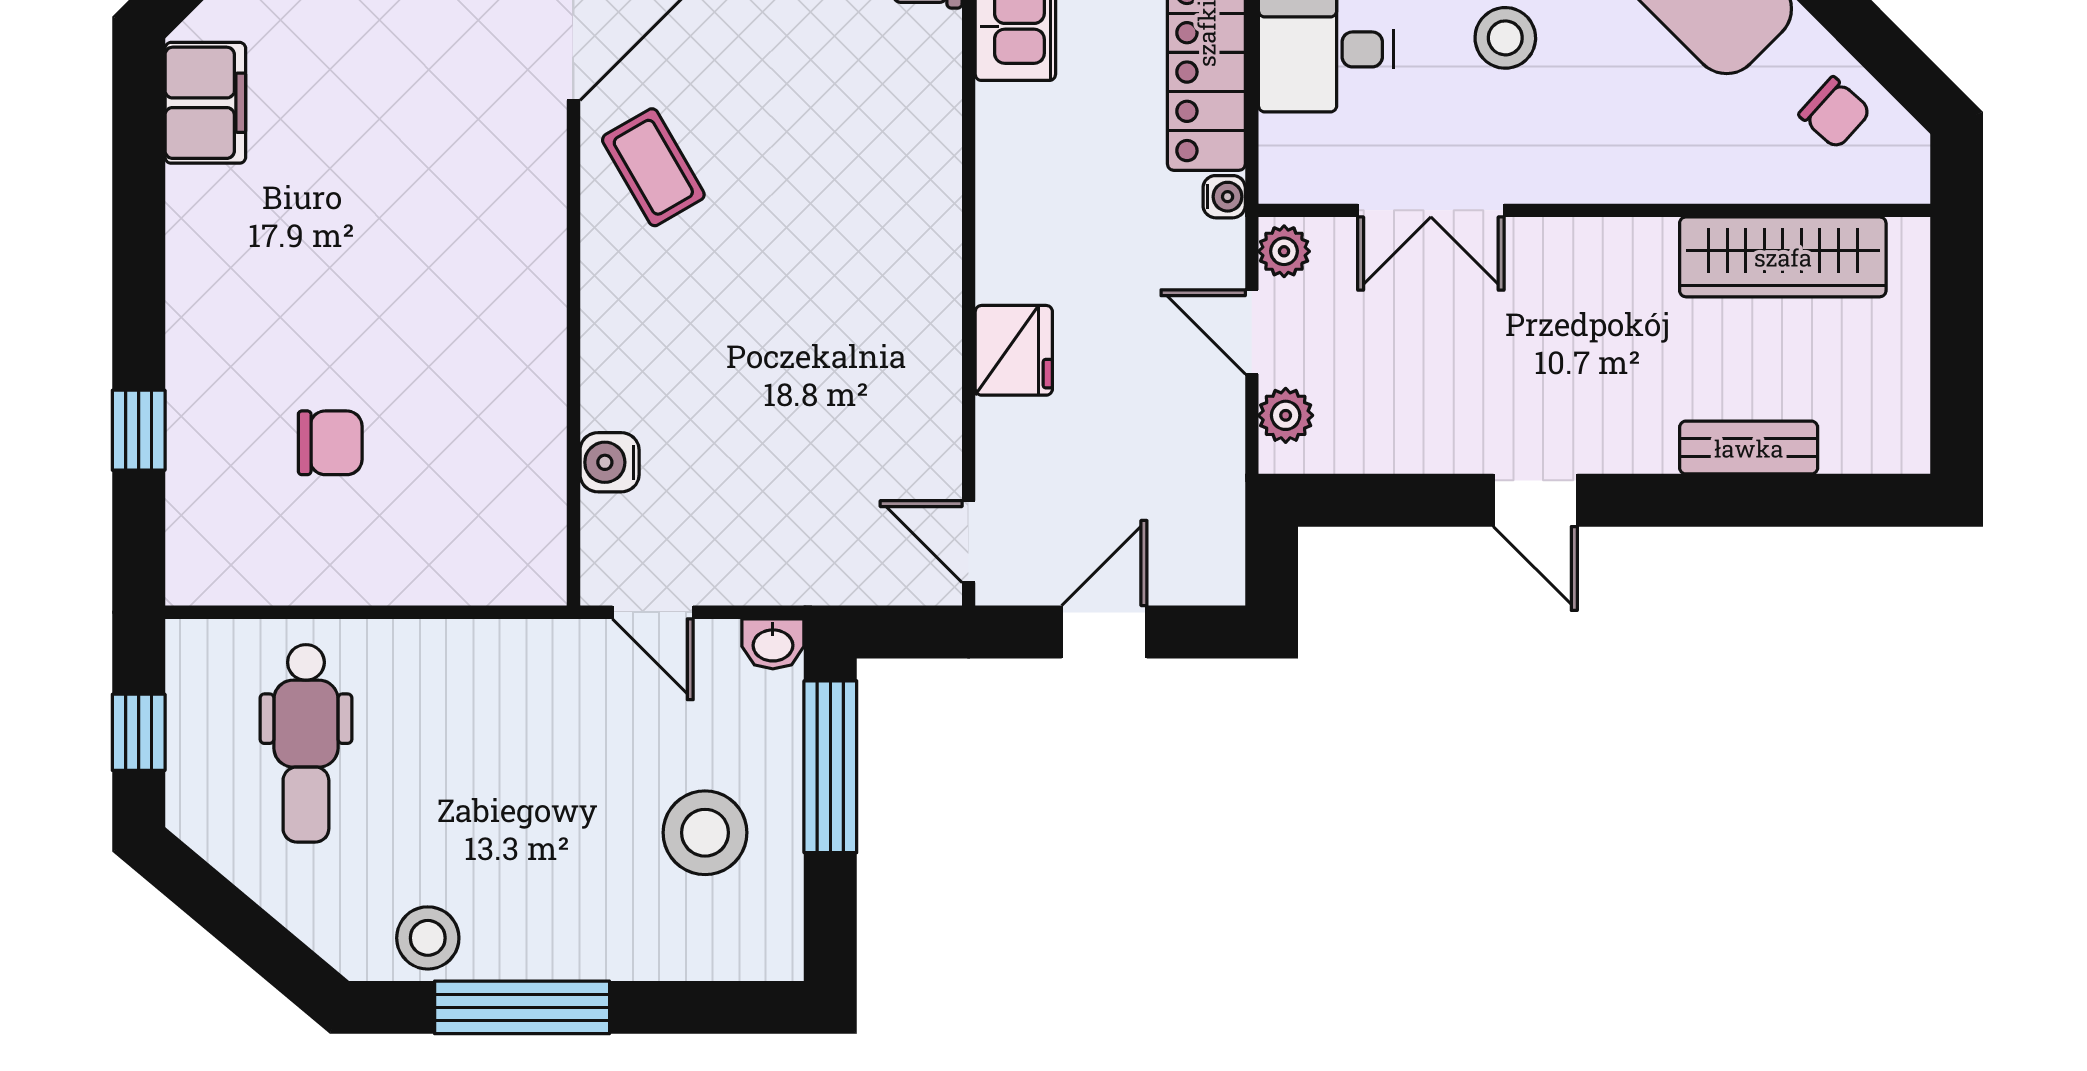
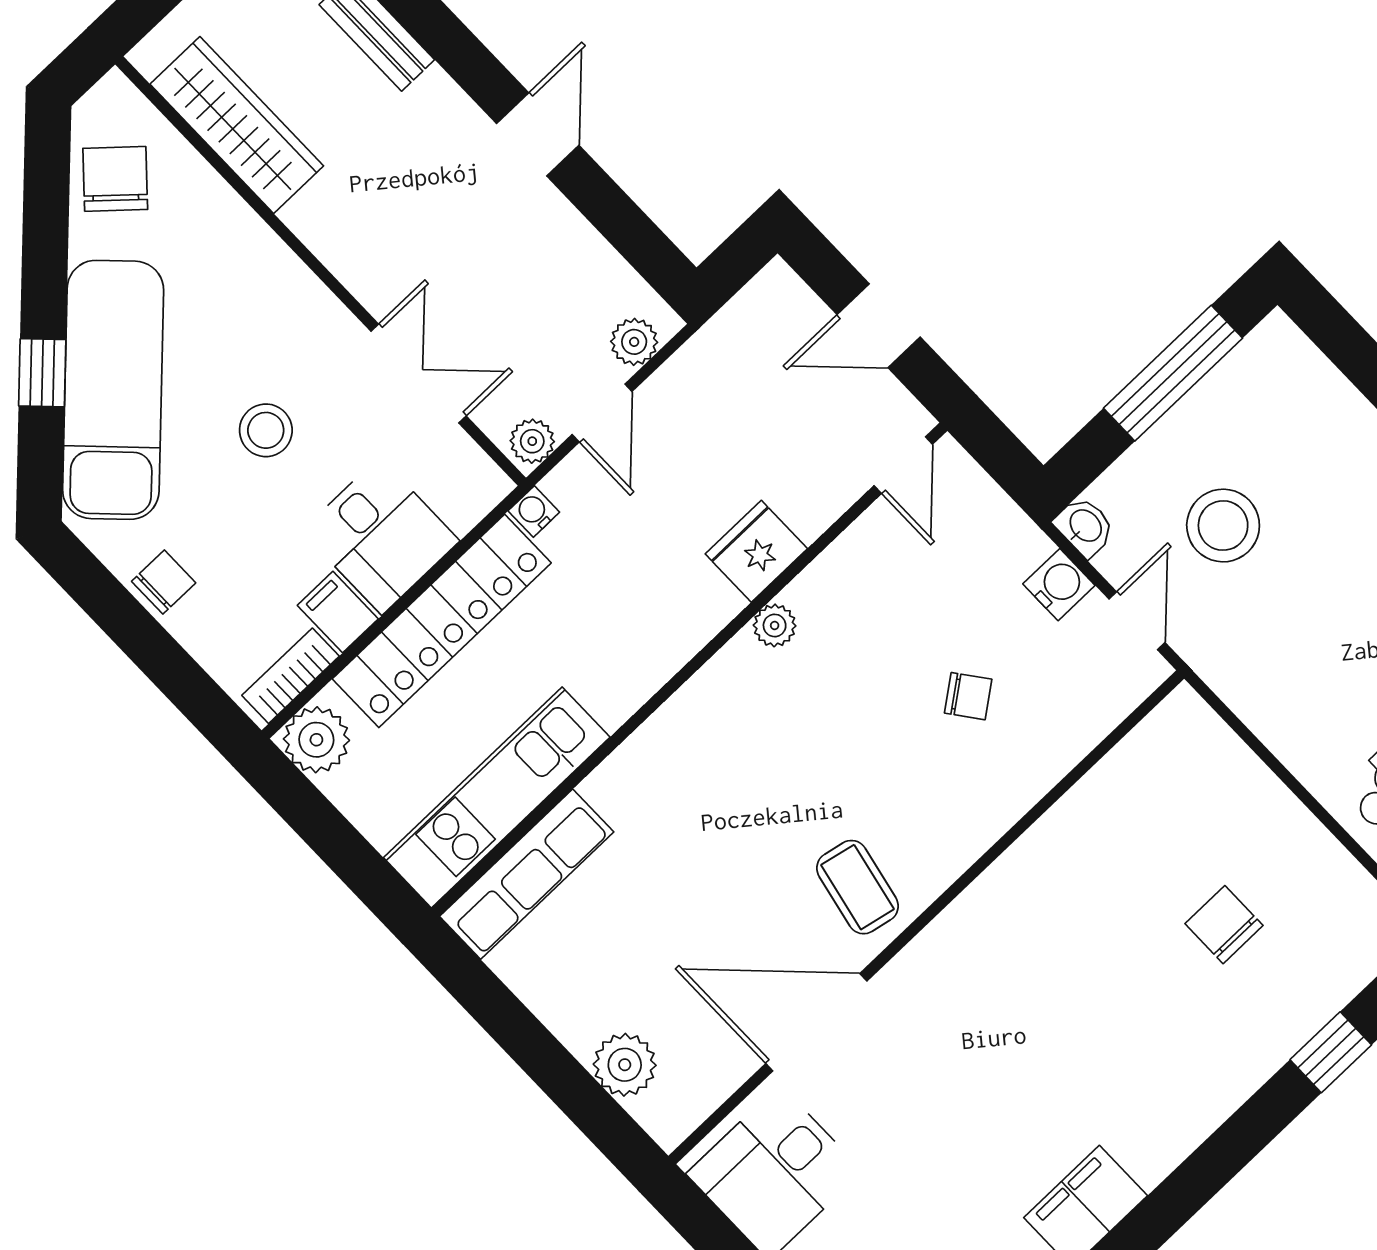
chair: (1835, 113) -> (115, 179), width x1.37, depth x1.37
coffee table: (653, 167) -> (858, 887), turned -48
plant: (937, 306) -> (775, 625), added
chair: (724, 412) -> (968, 696), added
water cooler: (610, 462) -> (1059, 585), moved, turned -90
window: (830, 767) -> (1173, 373), moved
stool: (705, 833) -> (1223, 526), moved

